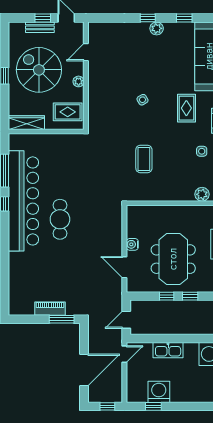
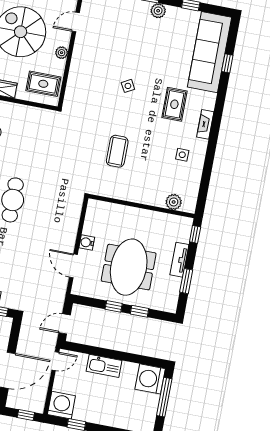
washing machine: (159, 392) -> (61, 405), moved

